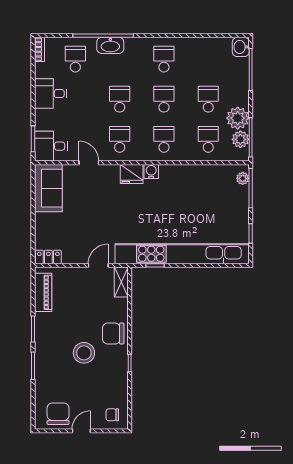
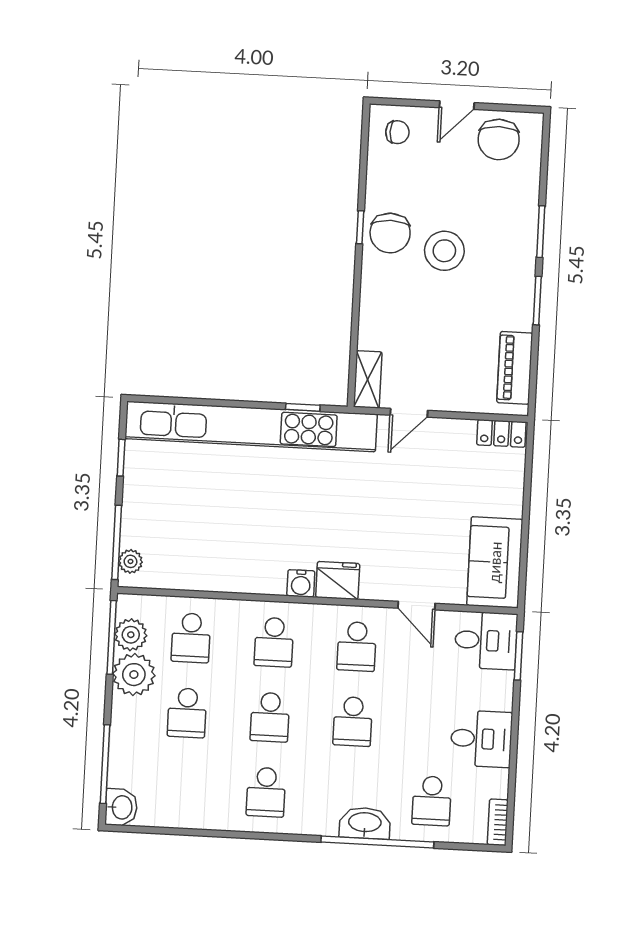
chair: (113, 334) -> (390, 233), moved, turned 90

